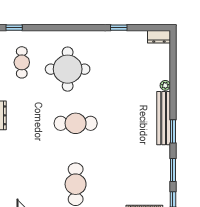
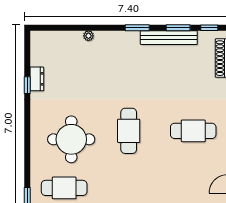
dresser: (159, 37) -> (37, 79), moved
cafe table: (22, 62) -> (64, 188), width x1.37, depth x1.35
bench: (164, 118) -> (169, 38), moved

